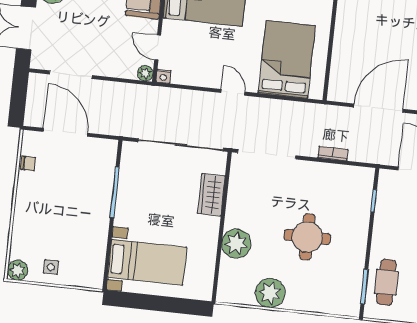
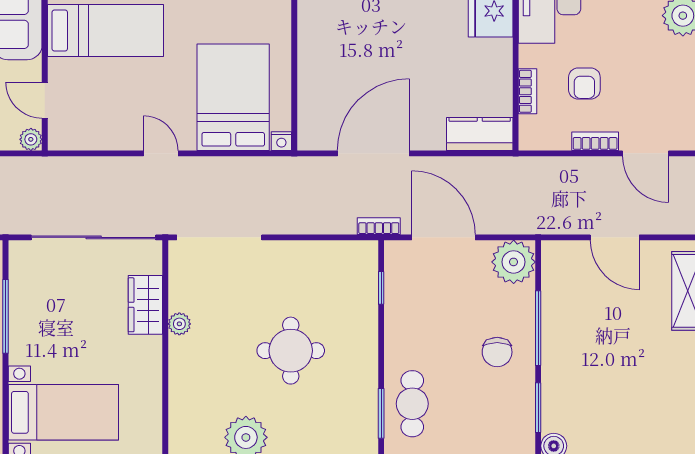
nightstand: (163, 76) -> (281, 141), moved
bookcase: (333, 154) -> (379, 226), moved
plant: (236, 244) -> (179, 324), moved, width x0.53, depth x0.53

